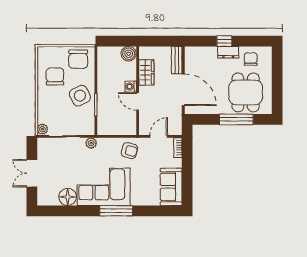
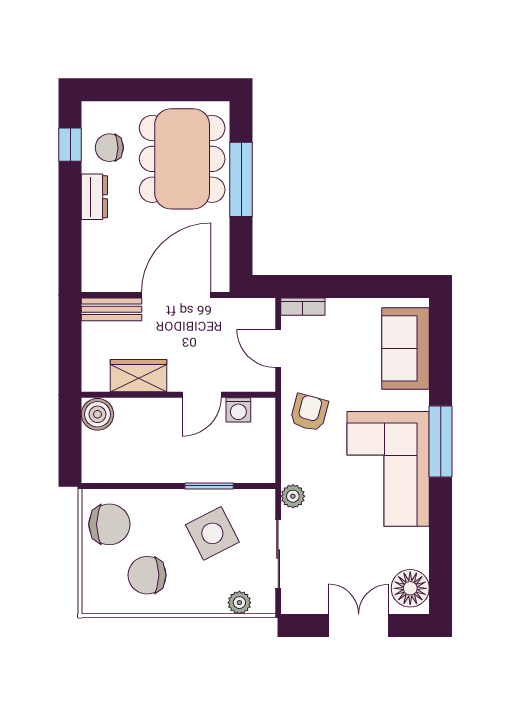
window: (224, 41) -> (70, 145), moved
washing machine: (131, 87) -> (238, 410), moved
dining table: (246, 92) -> (182, 159), width x1.38
side table: (80, 96) -> (212, 533), moved
plant: (42, 129) -> (239, 603), moved
double door: (32, 173) -> (359, 626), swing flipped
sofa: (171, 187) -> (406, 348), moved, turned 90
floor lamp: (68, 197) -> (410, 588), moved

